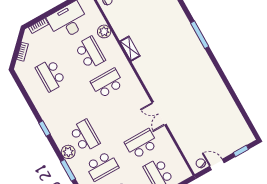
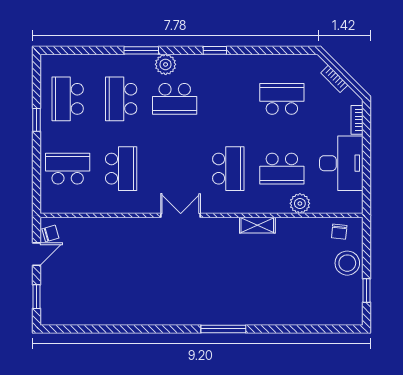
double door: (159, 113) -> (181, 215), moved

